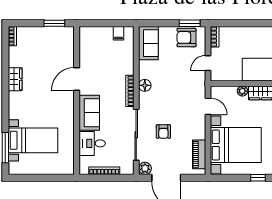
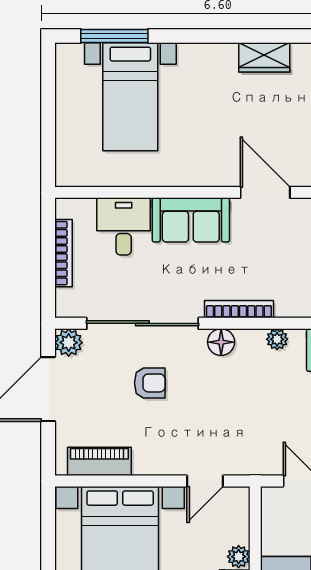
plant: (143, 73) -> (277, 339), added
floor lamp: (145, 85) -> (221, 342), moved
armchair: (163, 131) -> (150, 383), turned 180

